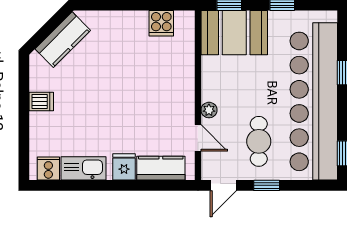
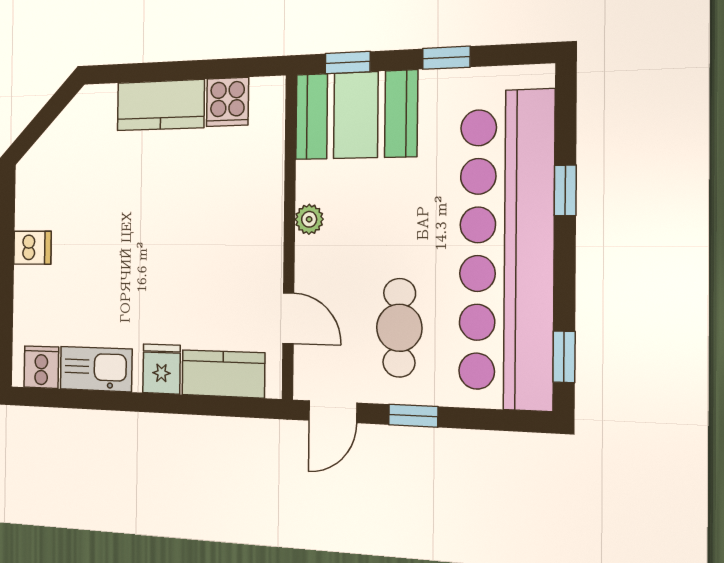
kitchen counter: (63, 40) -> (161, 105), moved, turned 45
plant: (209, 110) -> (309, 219), moved

